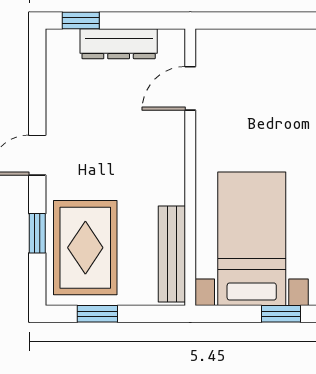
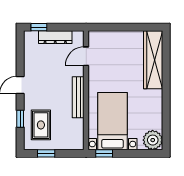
rug: (85, 248) -> (41, 125), width x0.73, depth x0.70
bench: (172, 254) -> (78, 97), moved
window: (281, 314) -> (104, 153), moved

